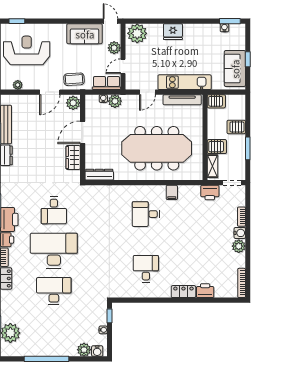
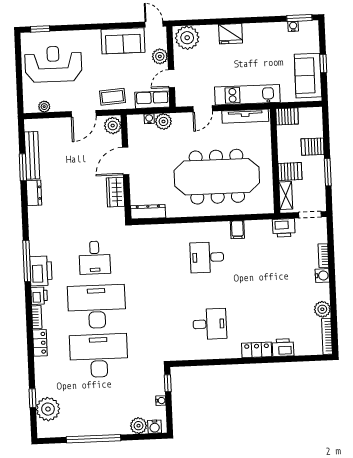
plant: (239, 246) -> (322, 309), moved
desk: (146, 269) -> (210, 324), turned 90
desk: (54, 291) -> (99, 356), width x1.36, depth x1.30

